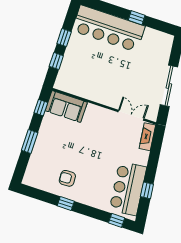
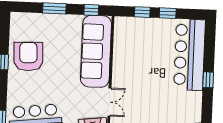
sofa: (66, 106) -> (96, 51), width x1.85, depth x1.27
armchair: (67, 178) -> (28, 57), width x1.88, depth x1.88

